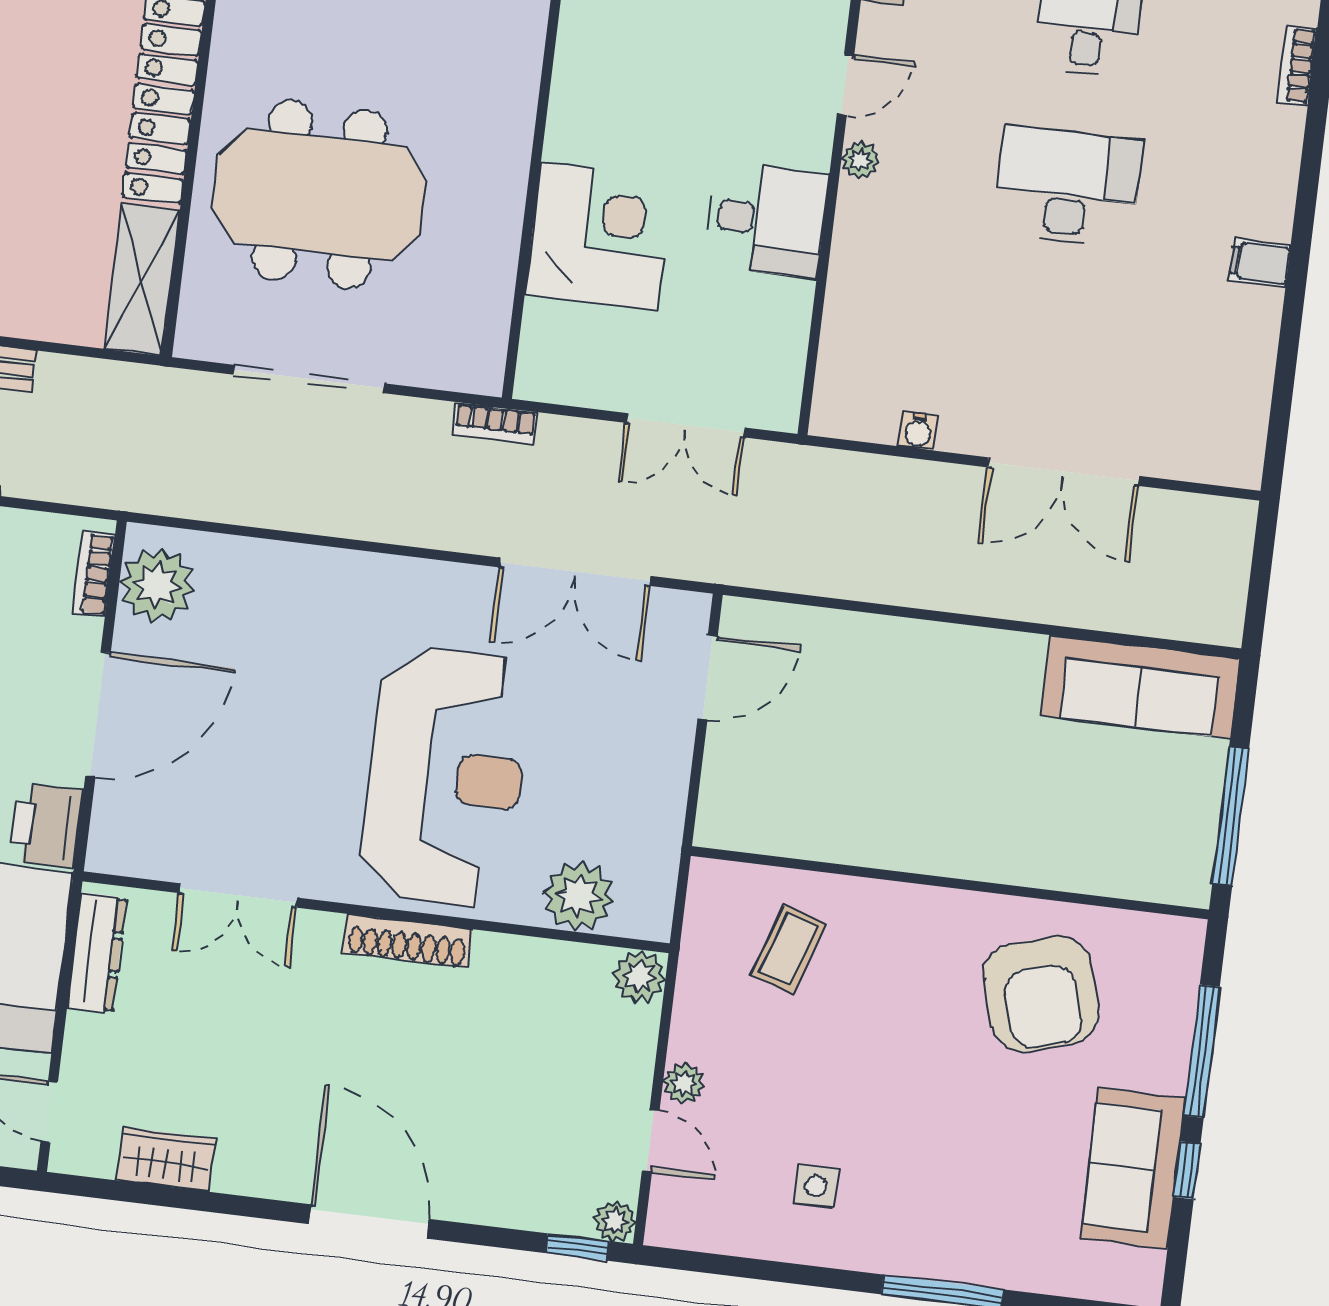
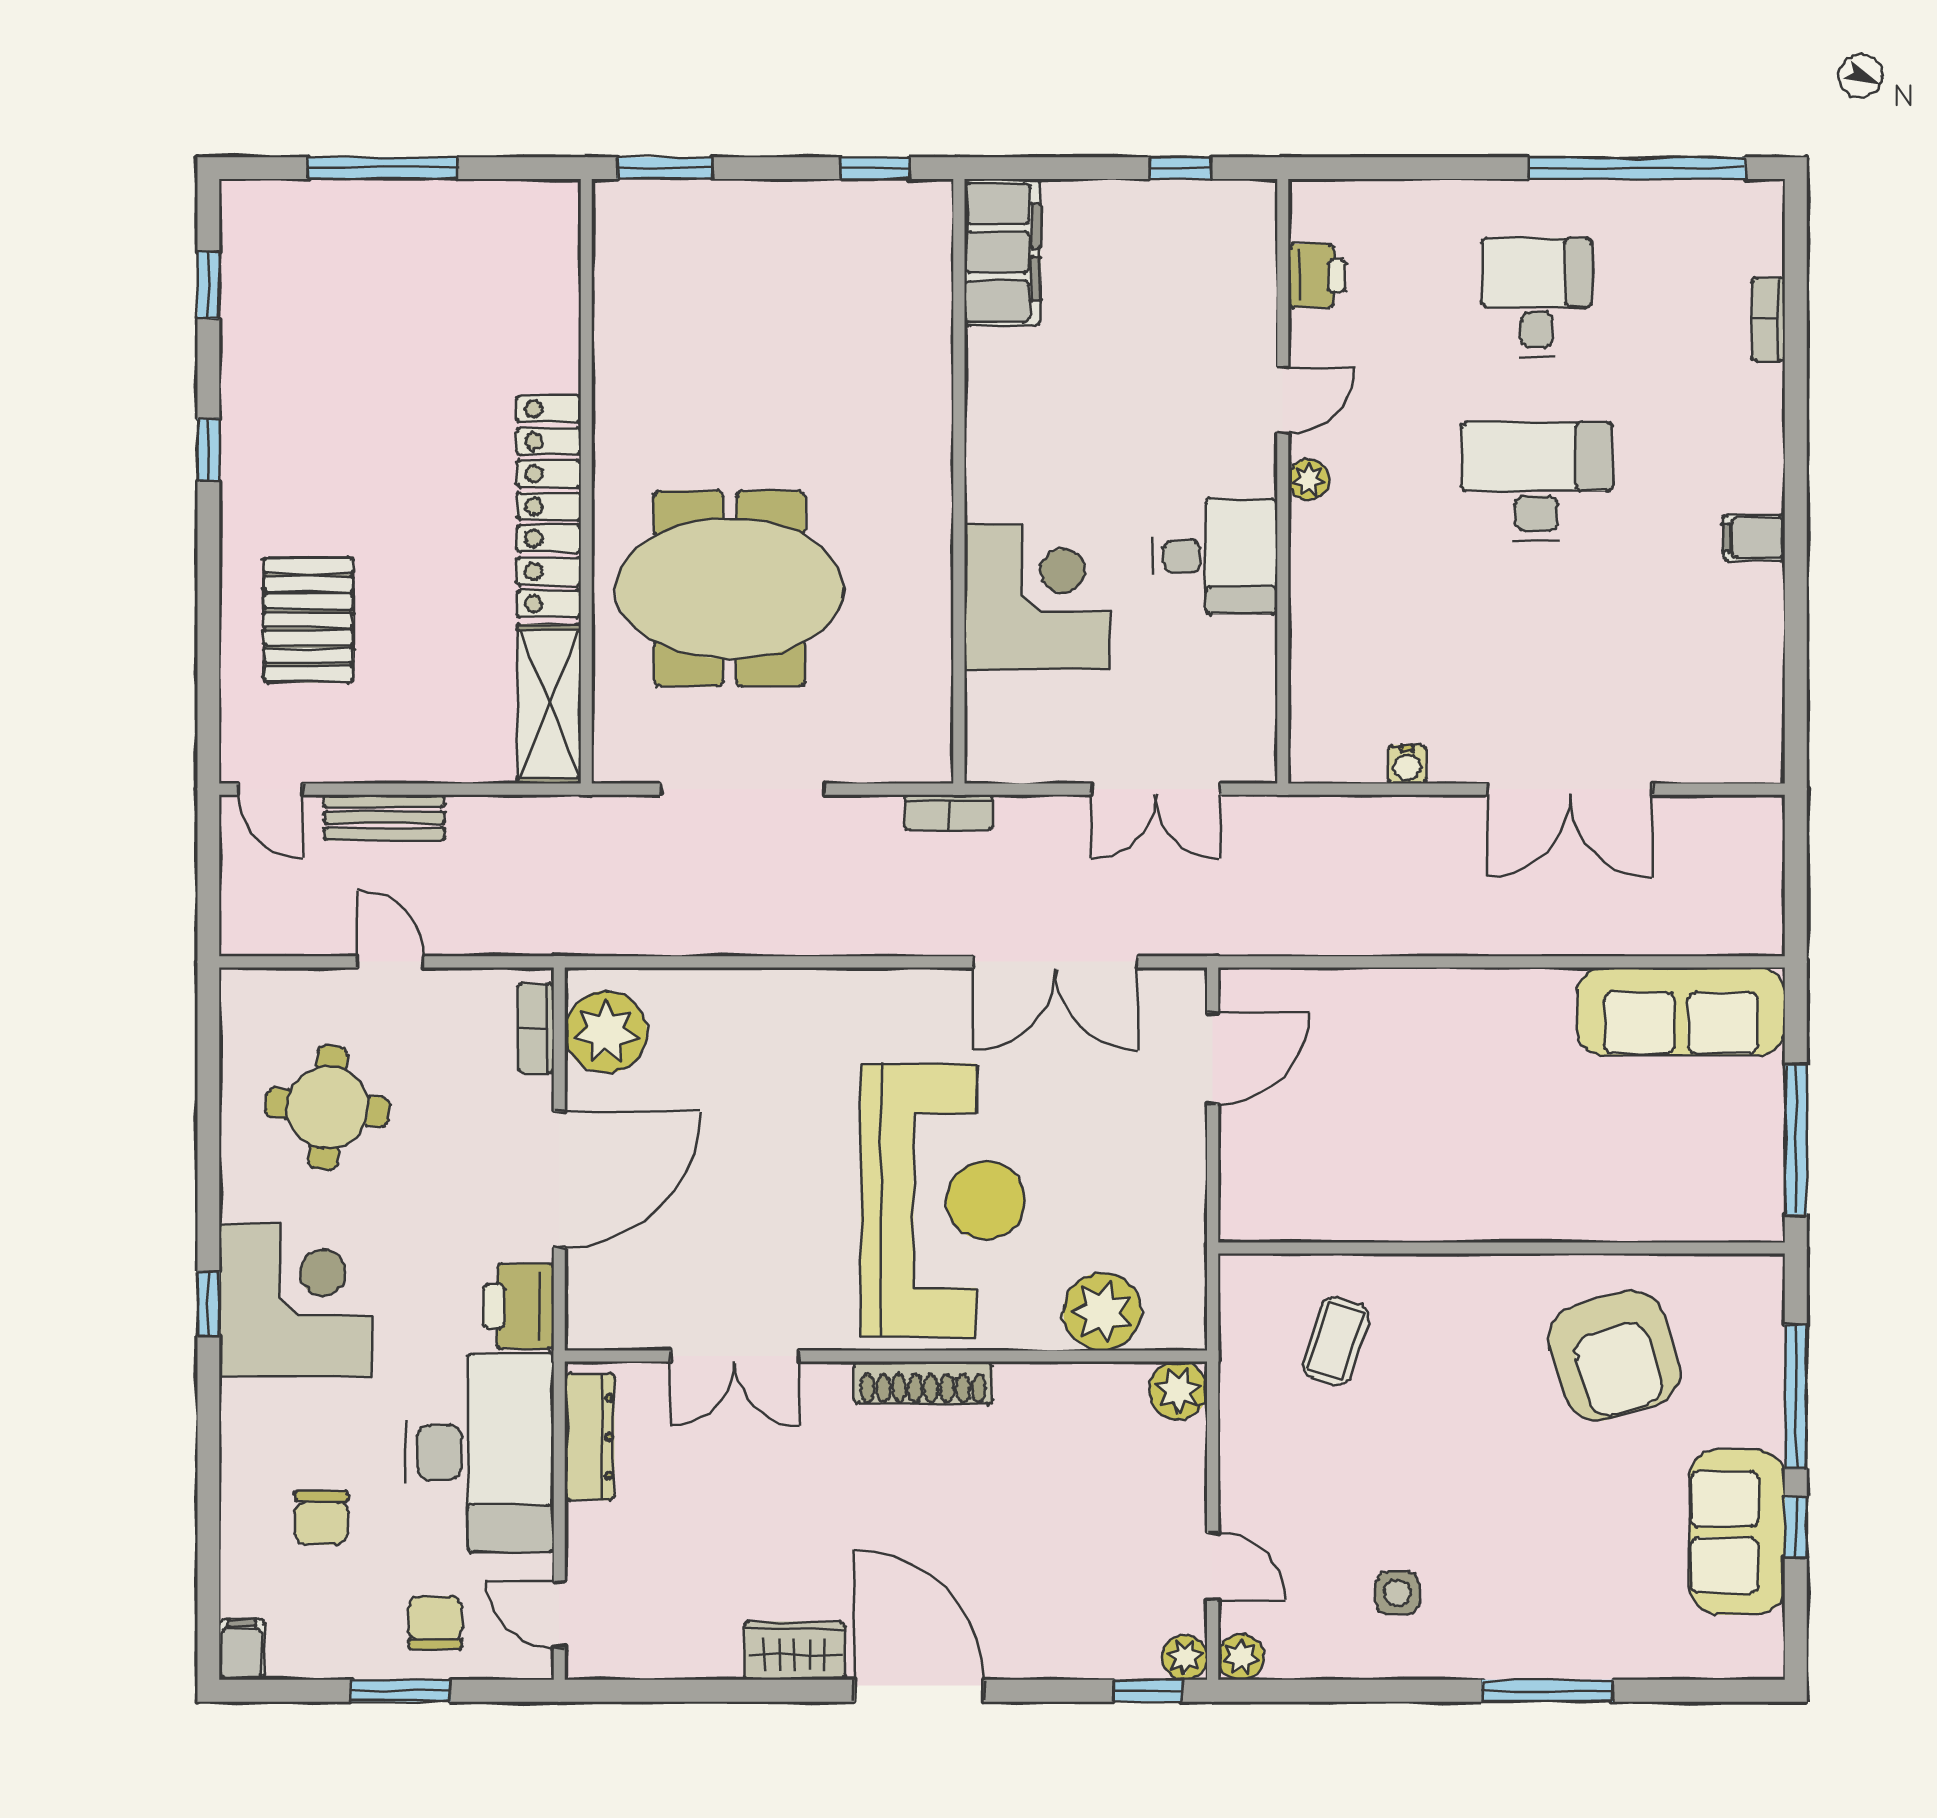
plant: (684, 1083) -> (1241, 1657), moved
wardrobe: (166, 1159) -> (795, 1651), moved

